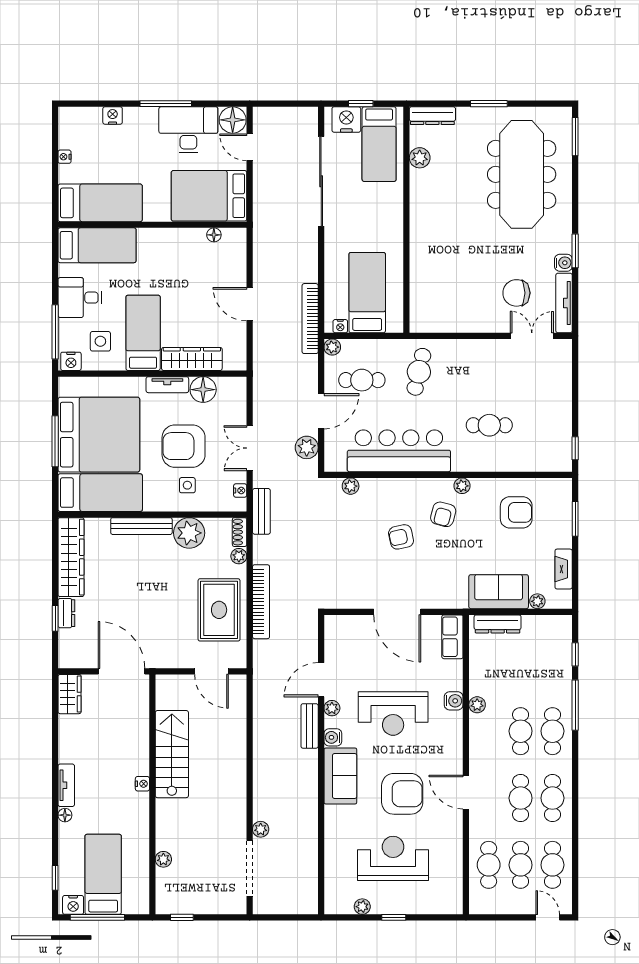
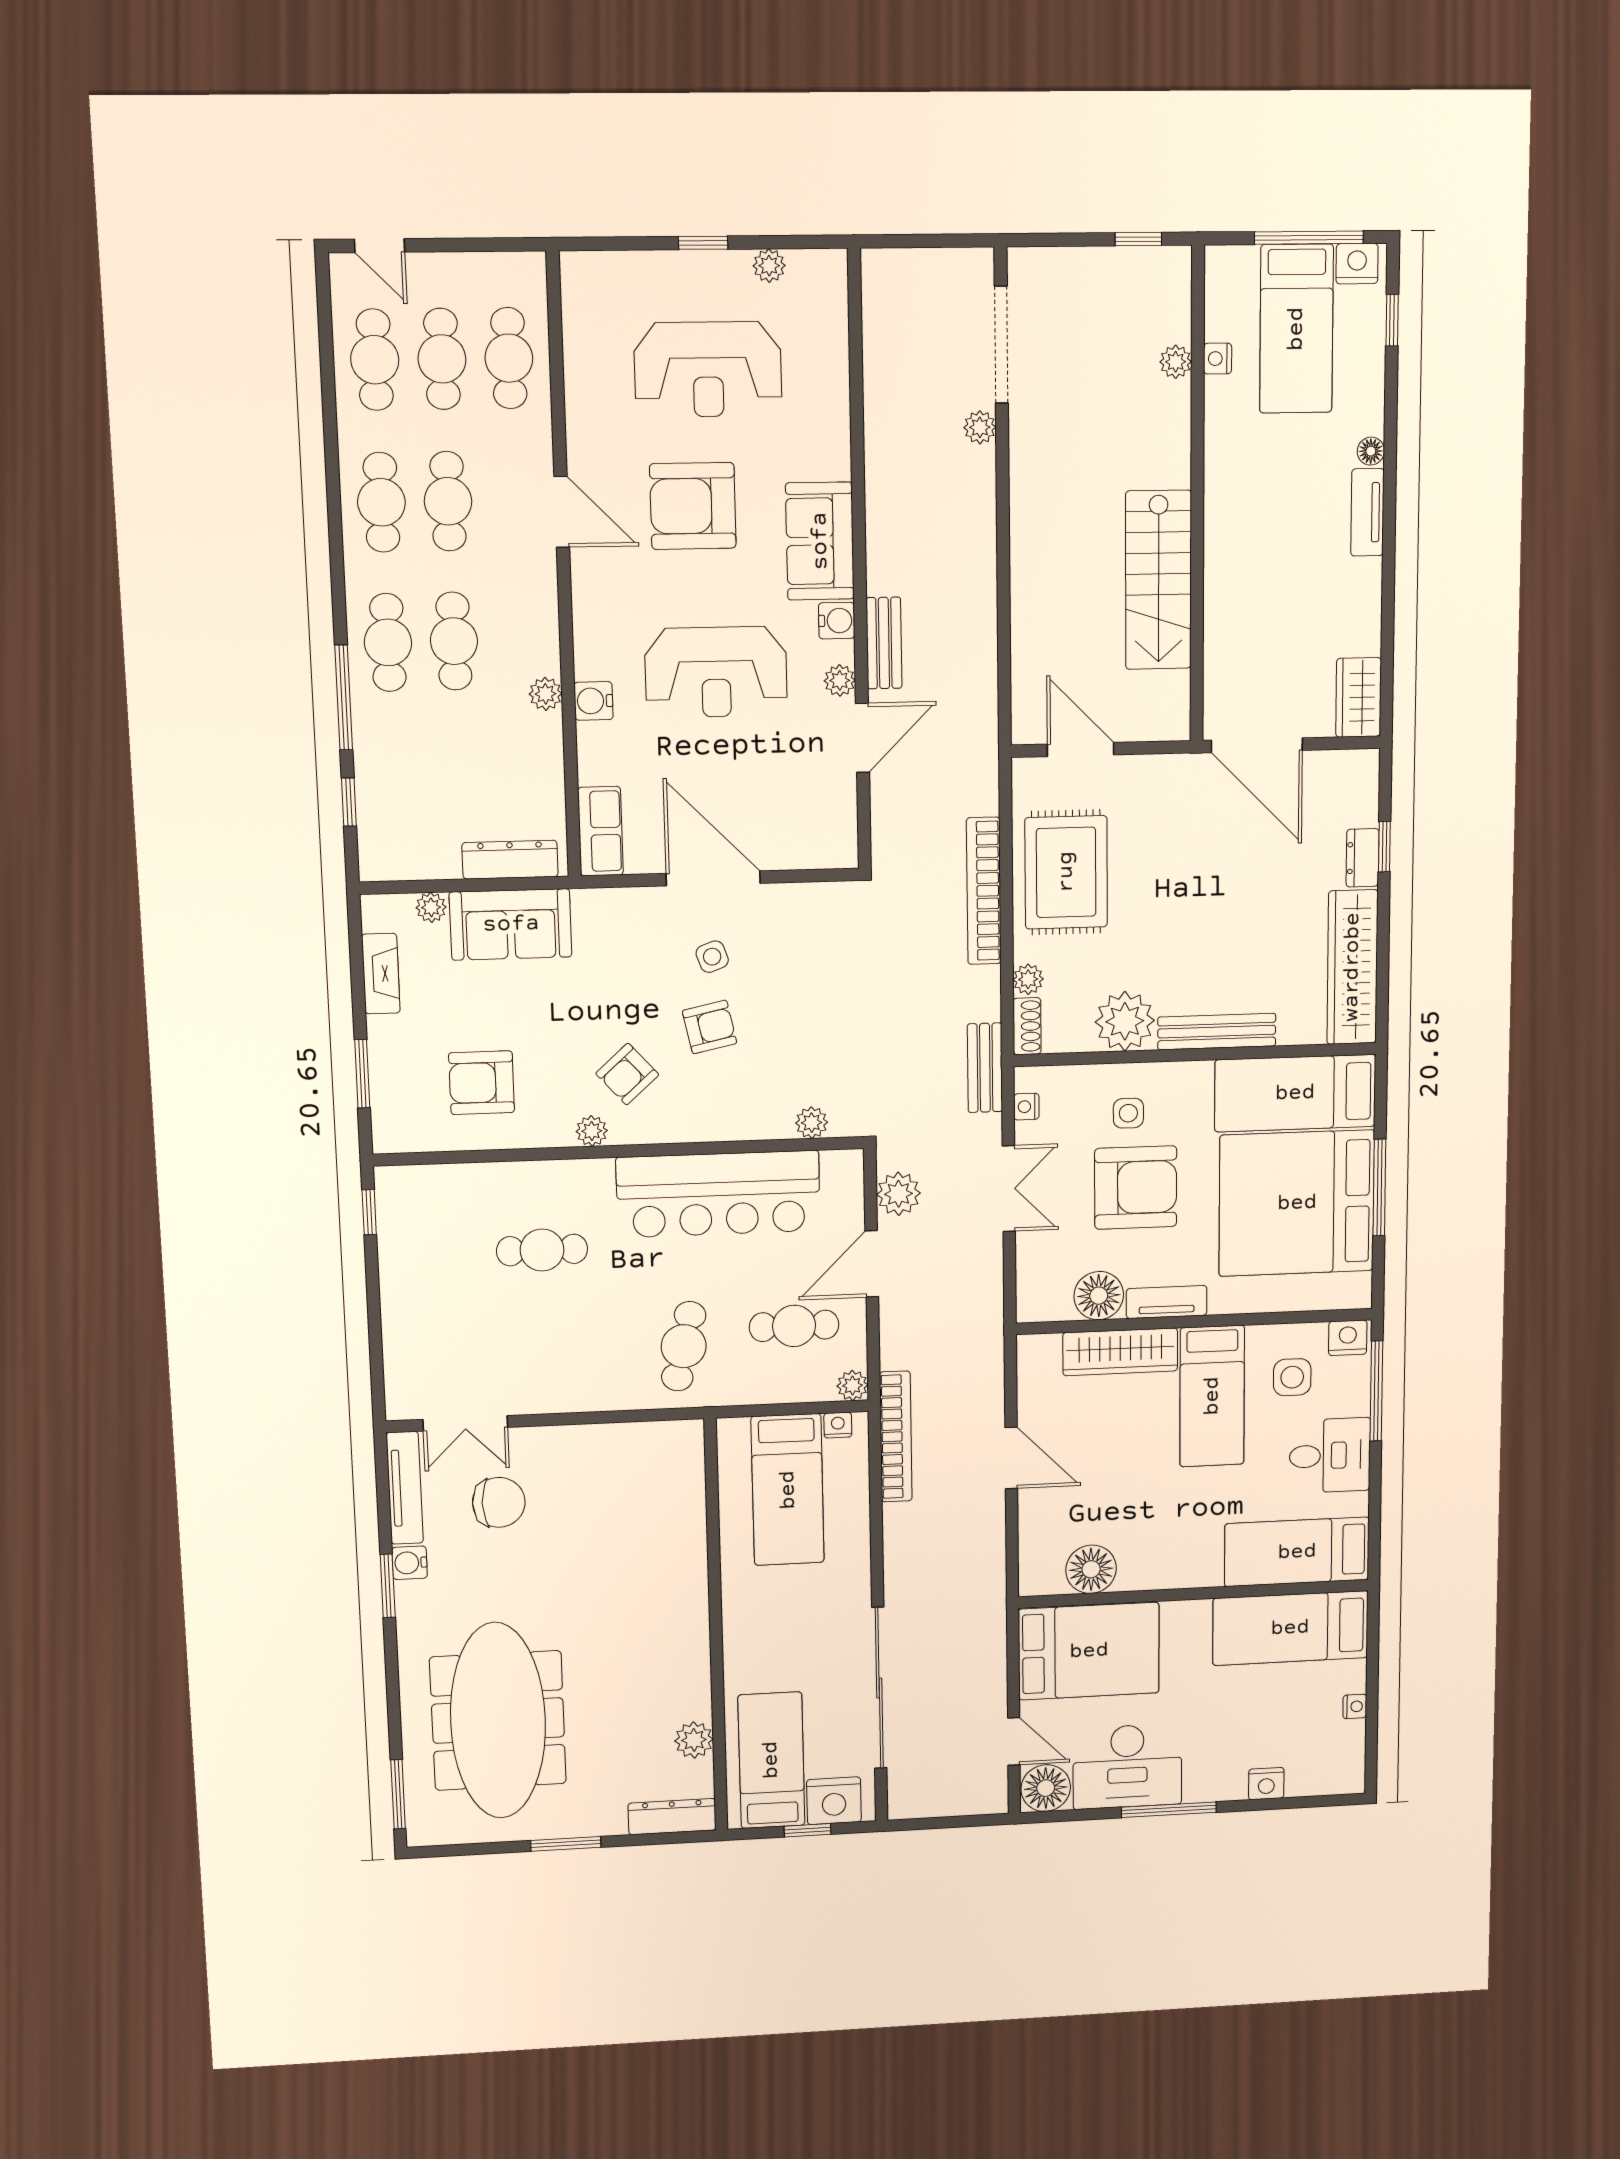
floor lamp: (214, 235) -> (1091, 1569), width x1.89, depth x1.89
armchair: (443, 514) -> (627, 1074), turned -147
side table: (399, 573) -> (712, 957), added
reception desk: (393, 714) -> (716, 672), turned 180
nightstand: (142, 784) -> (1218, 359), moved

